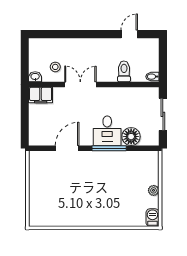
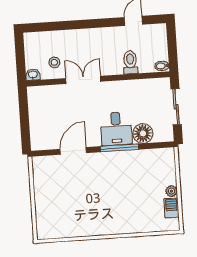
filing cabinet: (41, 95) -> (40, 94), removed
barbecue: (152, 218) -> (171, 208), moved

